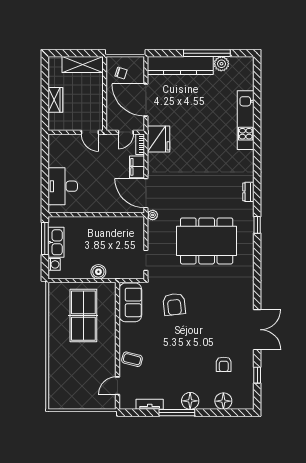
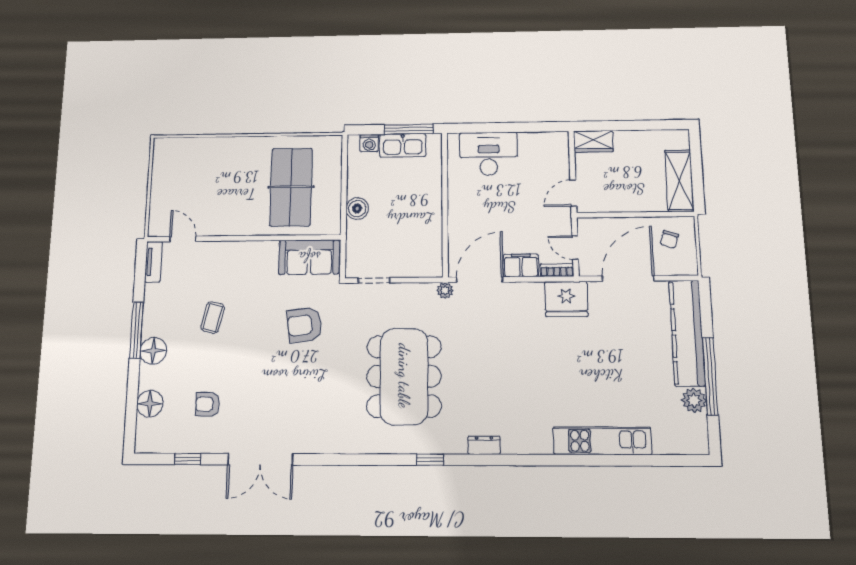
wardrobe: (55, 100) -> (593, 141), moved
table tennis table: (83, 316) -> (291, 187), turned 90
coffee table: (132, 359) -> (213, 318), moved
tv unit: (150, 404) -> (153, 262), moved

